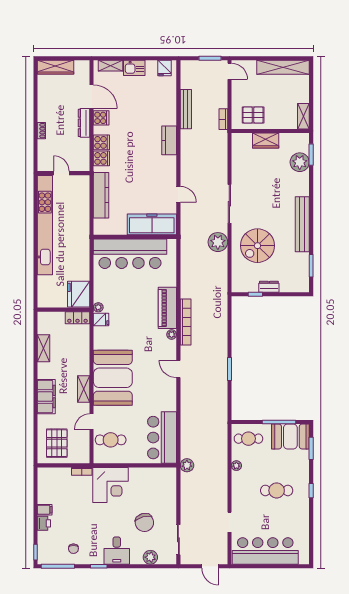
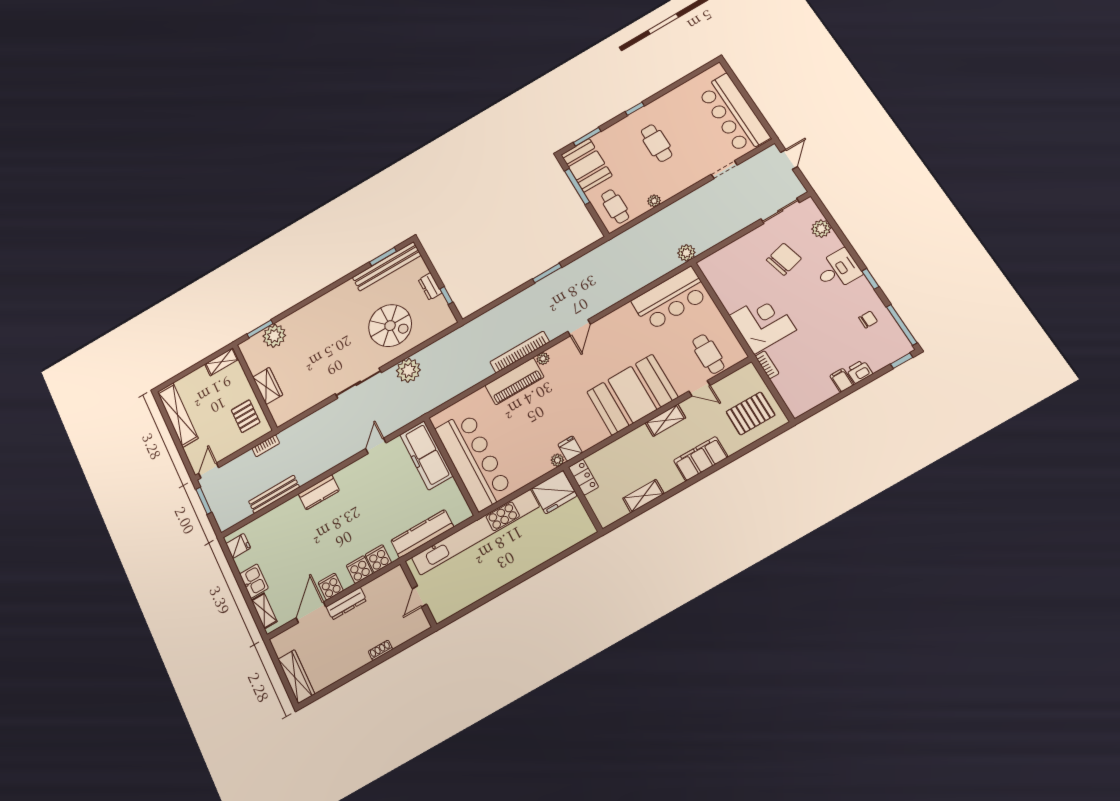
bench: (302, 224) -> (387, 266), moved
kitchen unit: (45, 225) -> (475, 532), moved, turned 180

